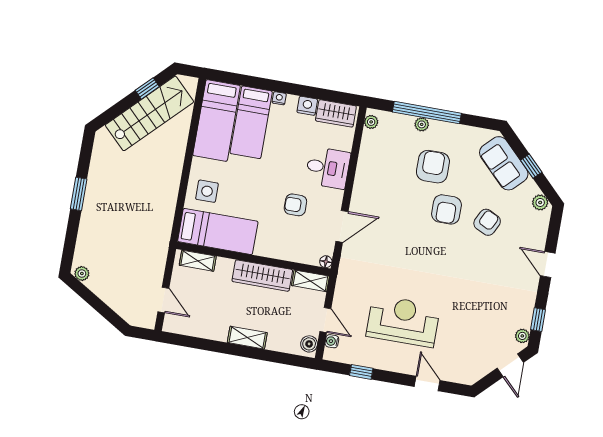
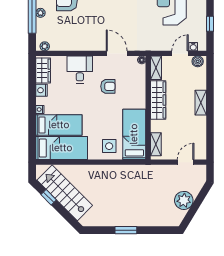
armchair: (295, 205) -> (108, 86), turned -90
plant: (82, 274) -> (184, 200), moved, width x1.88, depth x1.88

